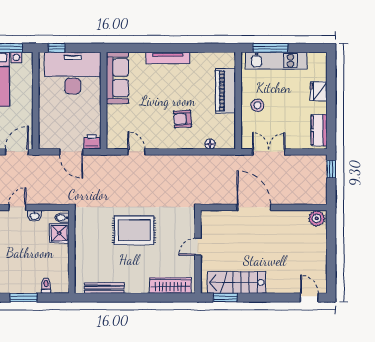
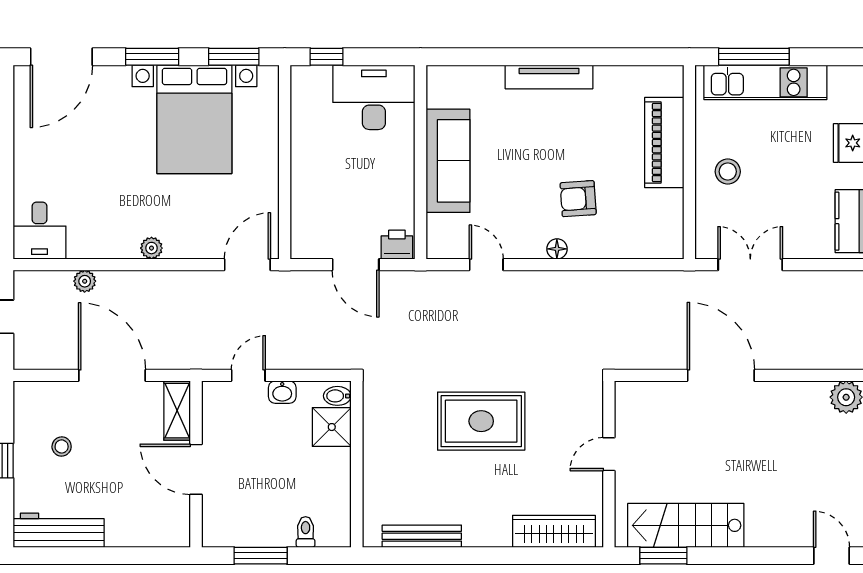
desk: (73, 73) -> (374, 97), width x0.73, depth x0.77
sofa: (117, 78) -> (448, 161), moved
floor lamp: (210, 144) -> (557, 249), moved

